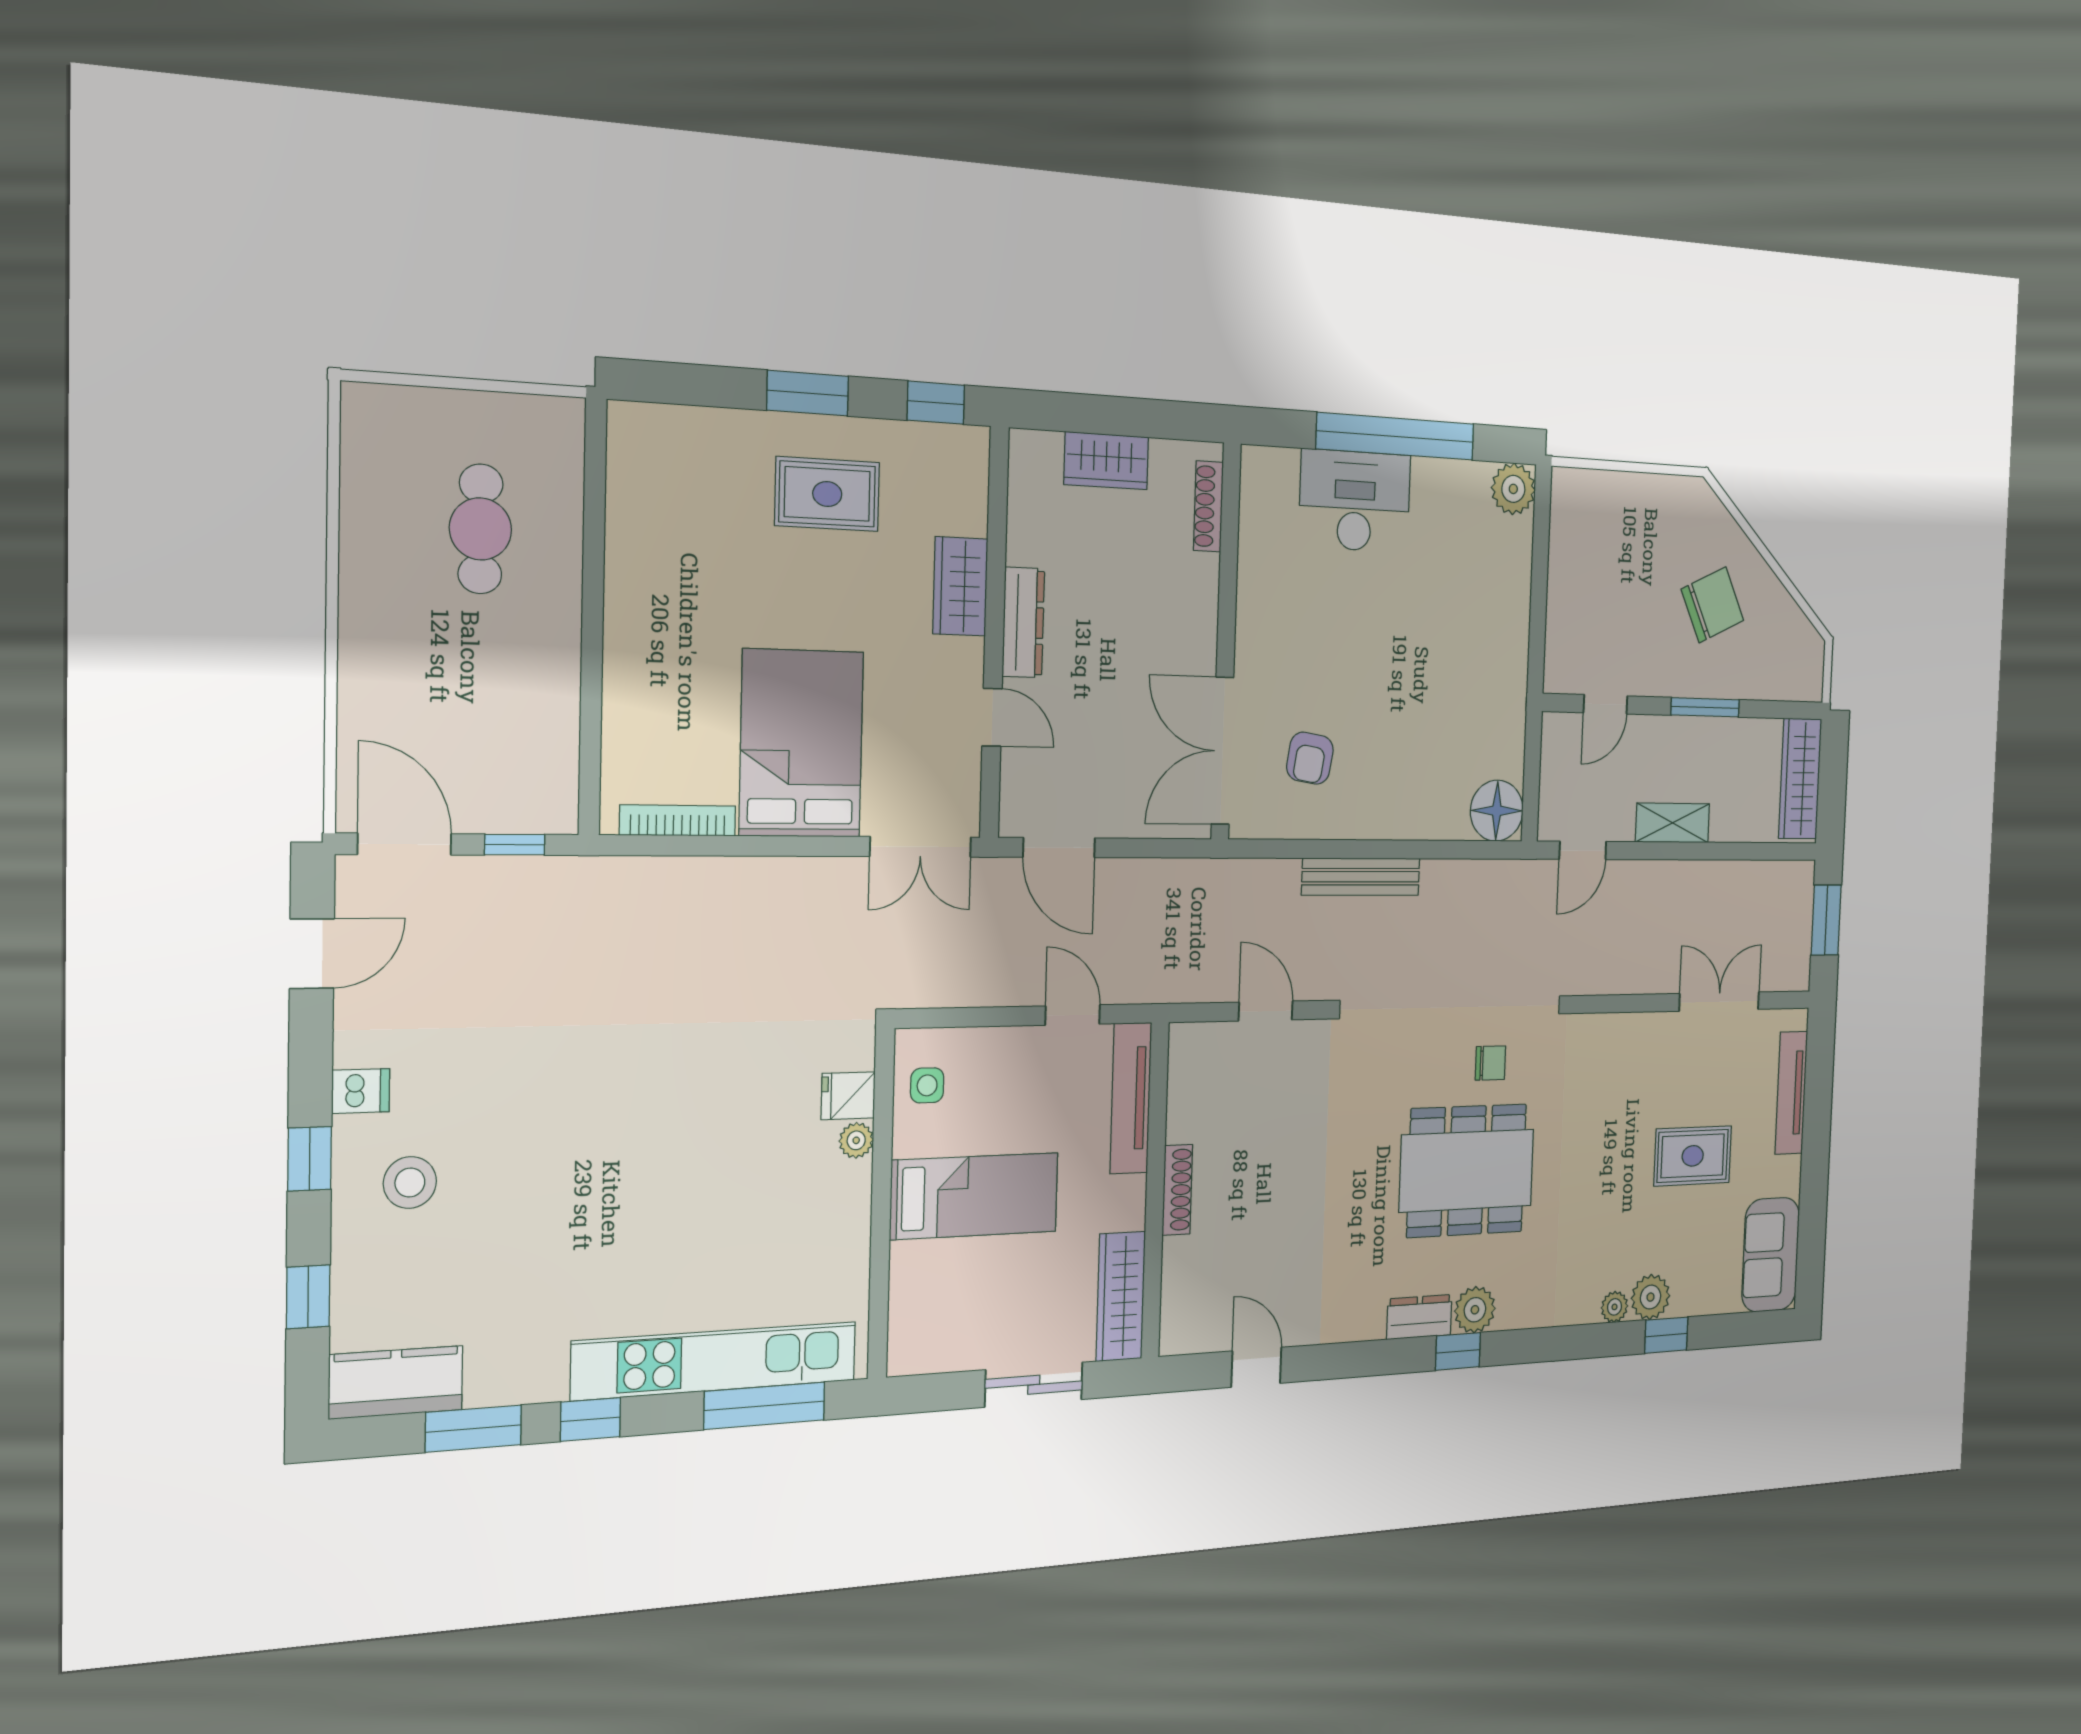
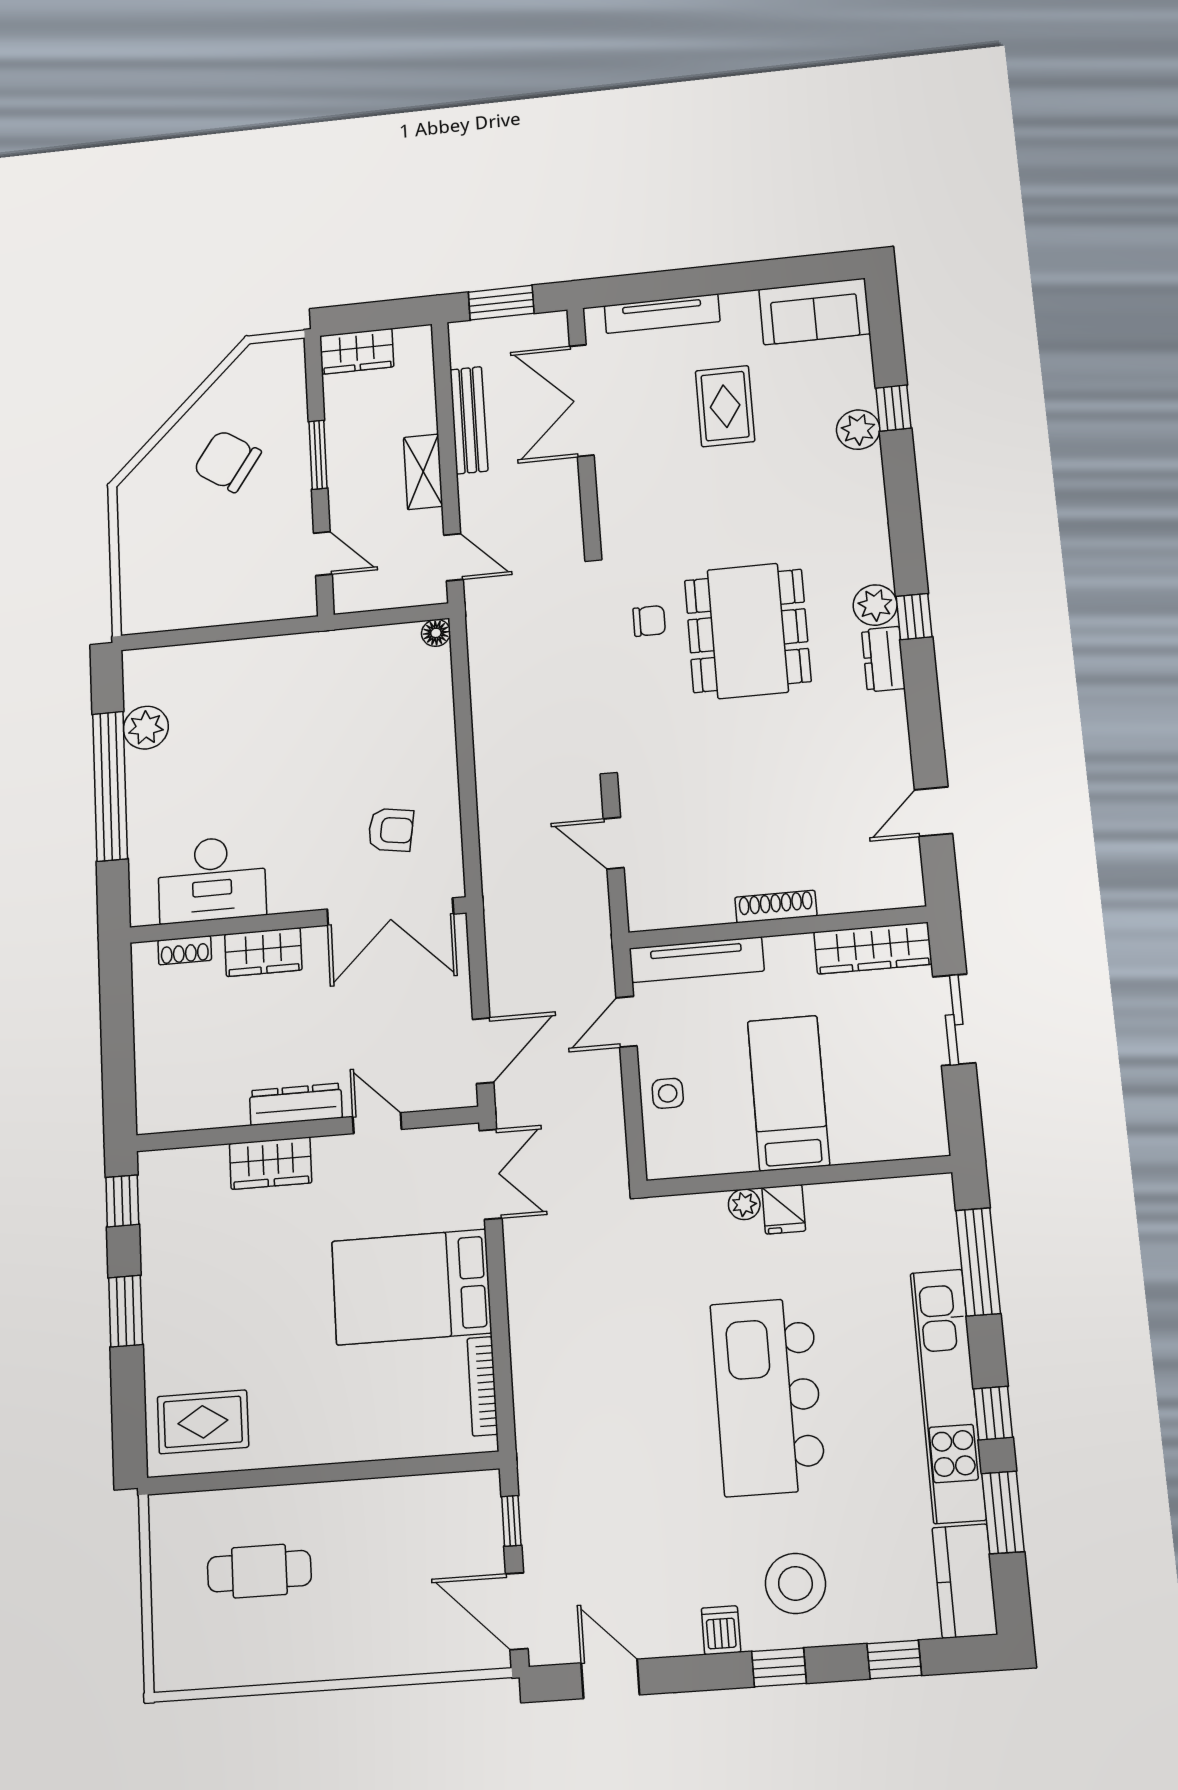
wardrobe: (1106, 461) -> (263, 952), moved, turned 90
plant: (1513, 489) -> (146, 728), moved
rug: (827, 494) -> (203, 1422), moved, turned 90
desk: (1355, 501) -> (212, 879), moved, turned -90
shoe rack: (1208, 506) -> (185, 950), width x0.70
chair: (1712, 605) -> (227, 461), turned -31
door: (992, 717) -> (377, 1123), hinge flipped
wardrobe: (1800, 779) -> (357, 351), width x0.67
floor lamp: (1497, 811) -> (436, 633), width x0.53, depth x0.53
door: (404, 844) -> (517, 1611), hinge flipped
bench: (1361, 877) -> (469, 420), moved
double door: (1719, 1002) -> (582, 400), width x1.37
door: (1266, 1011) -> (614, 843), hinge flipped
chair: (1490, 1063) -> (649, 621), turned 90
side table: (927, 1085) -> (668, 1093), moved
fridge: (848, 1096) -> (784, 1209), moved
kitchen island: (634, 1159) -> (768, 1397), added
stool: (410, 1182) -> (795, 1583), width x1.38, depth x1.38
plant: (1615, 1307) -> (868, 465), removed
kitchen unit: (715, 1361) -> (948, 1396), moved

